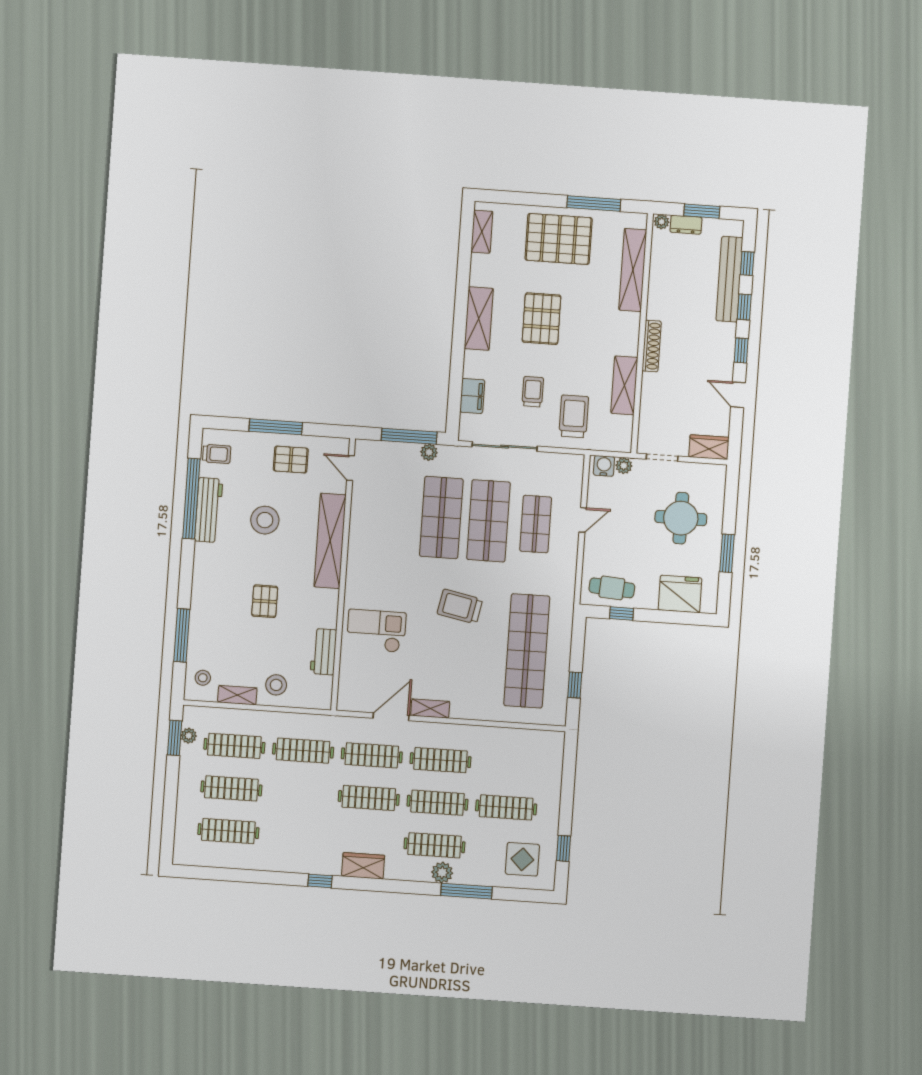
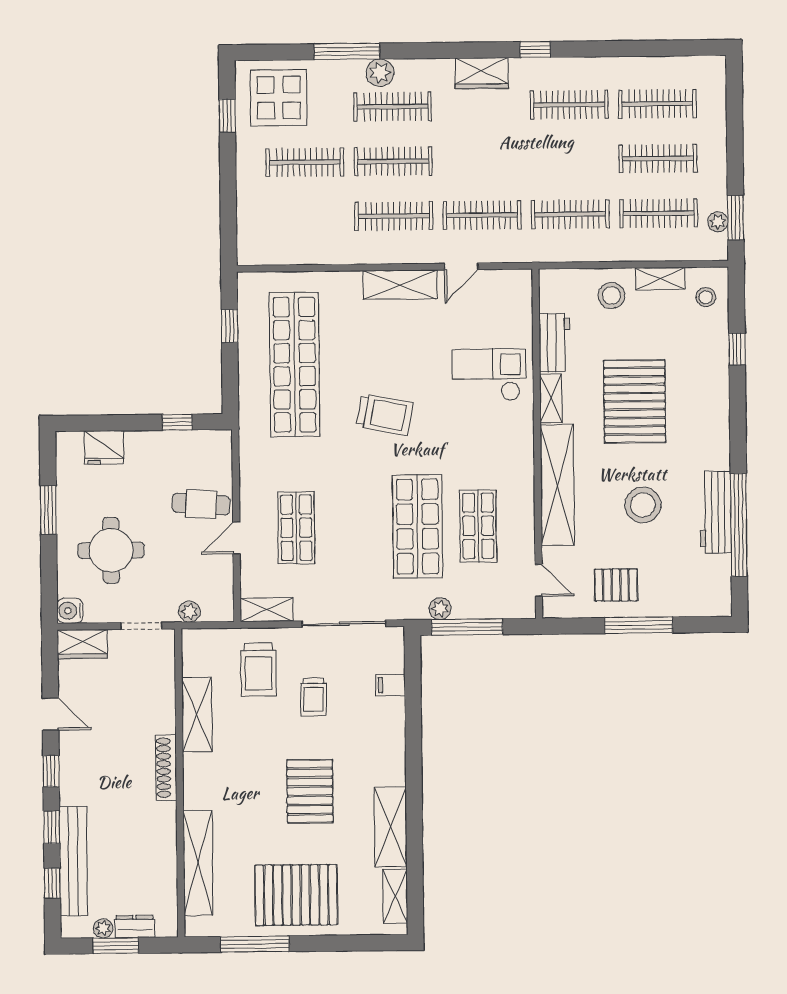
plant: (662, 222) -> (103, 928), moved
shelving: (479, 319) -> (391, 827), moved
filing cabinet: (472, 396) -> (391, 685), width x0.50
trolley: (217, 454) -> (711, 585), removed
shelving: (564, 462) -> (267, 610), added
water cooler: (604, 466) -> (70, 611), moved, turned 90
shop shelf: (488, 521) -> (478, 526), moved, width x0.70, depth x0.74
cafe table: (612, 588) -> (201, 504), moved
fridge: (680, 594) -> (104, 447), width x0.73, depth x0.75
pallet: (265, 601) -> (635, 401), width x2.05, depth x2.00
shelving: (330, 609) -> (551, 398), added
checkout: (376, 631) -> (489, 375), turned 180
window: (182, 635) -> (737, 349), width x0.46
shelving: (430, 709) -> (400, 285), width x1.50, depth x1.33
door: (391, 717) -> (461, 266), width x0.73
clothes rail: (369, 798) -> (569, 105), moved
display table: (522, 859) -> (279, 98), width x1.36, depth x1.36

